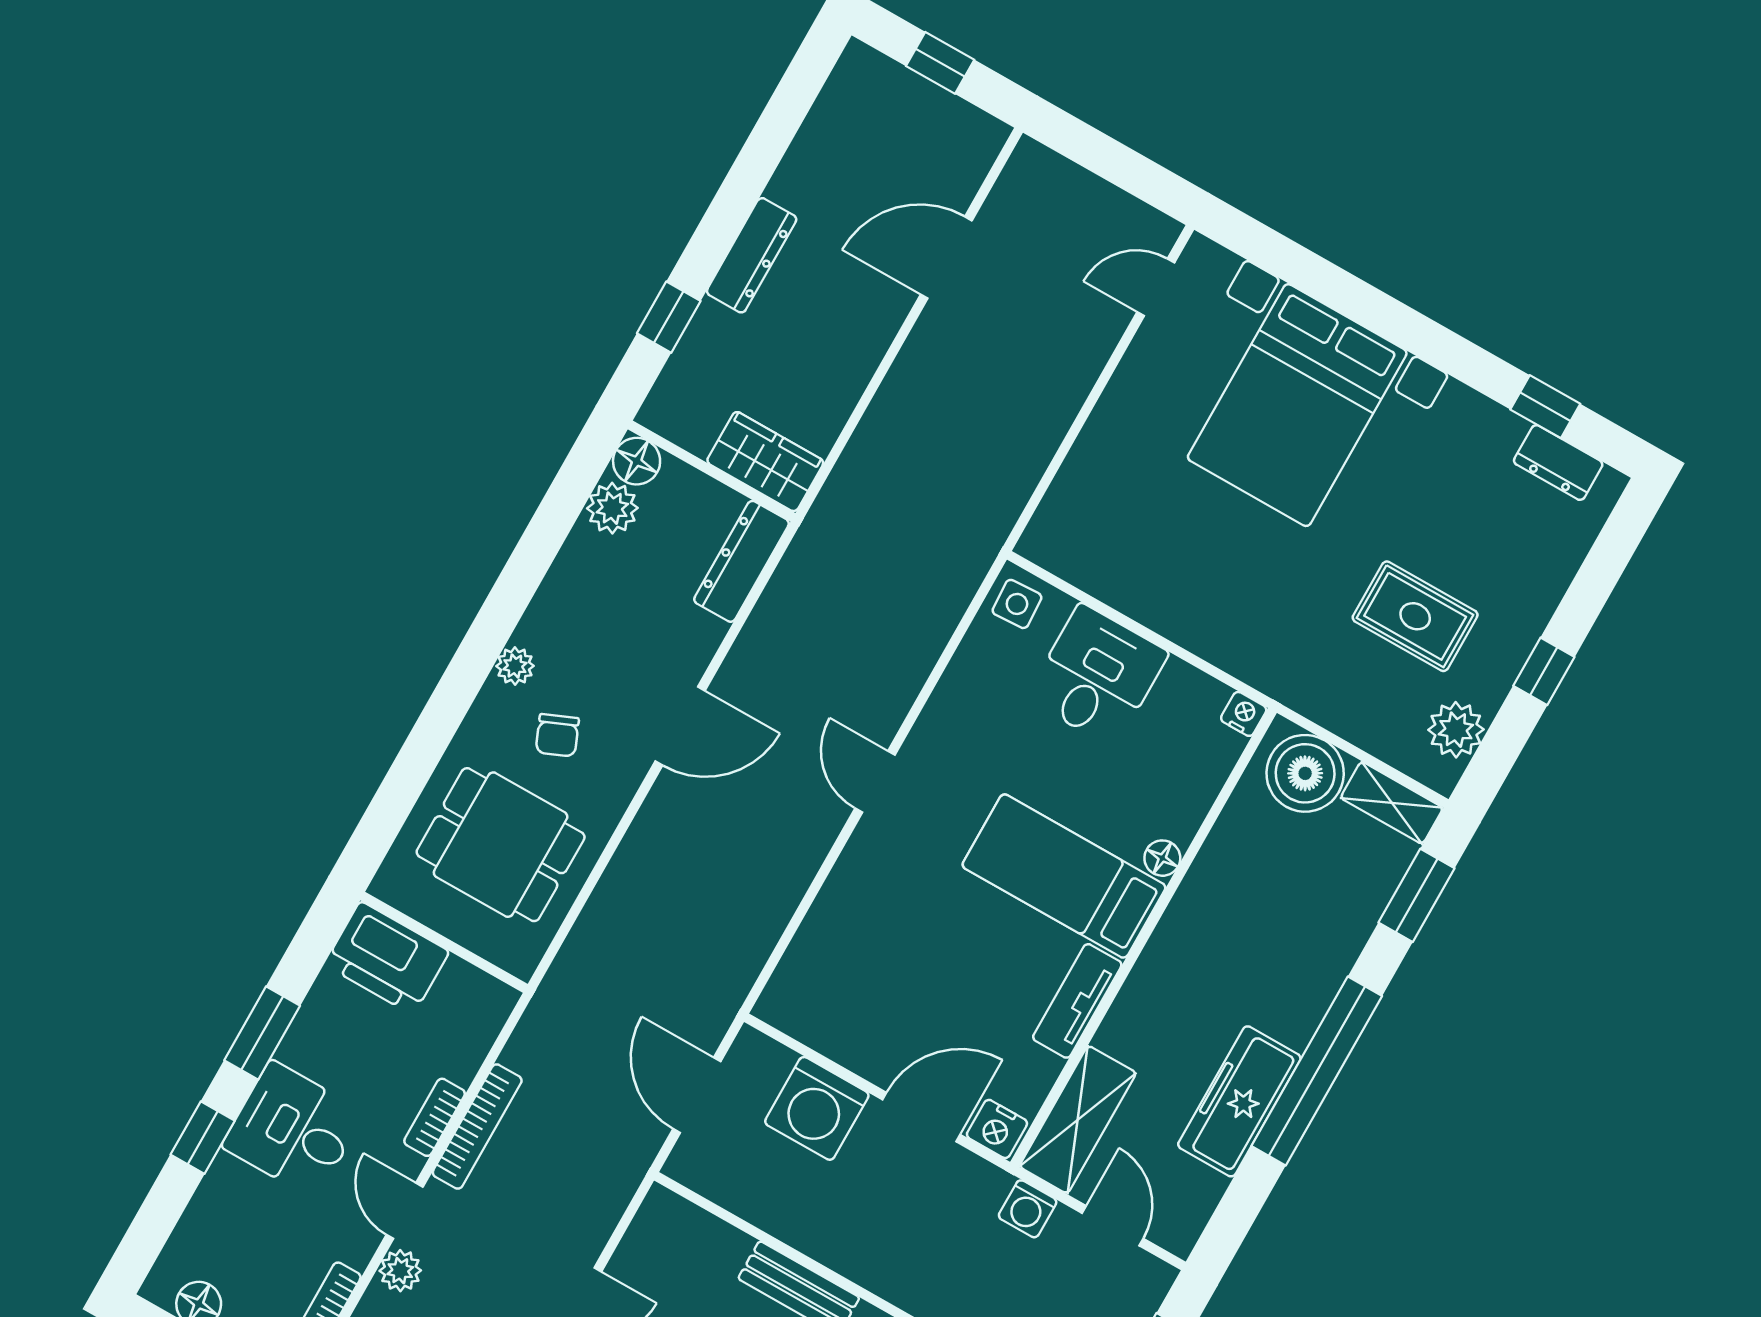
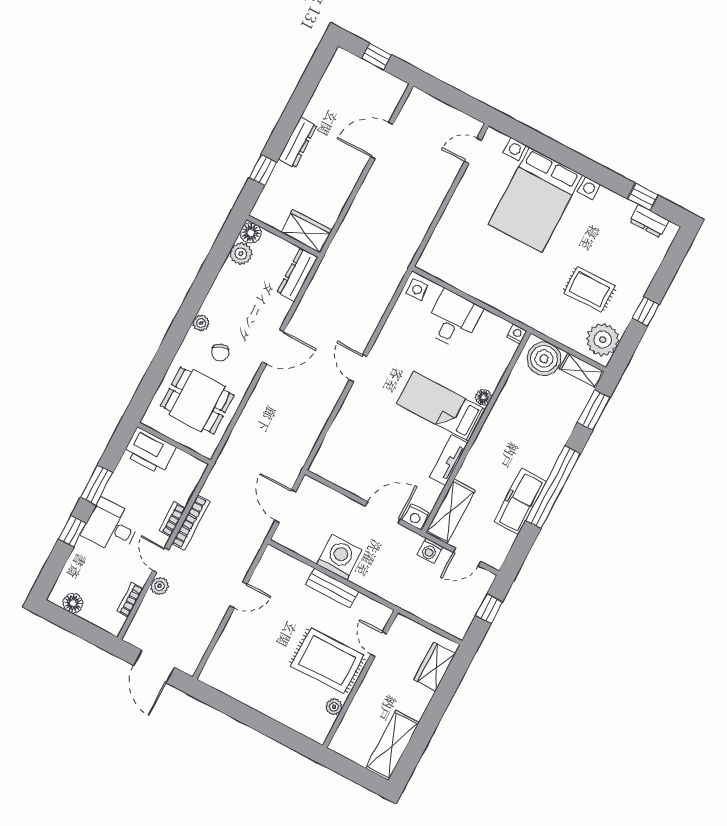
plant: (1456, 730) -> (603, 340), width x1.36, depth x1.36
washing machine: (817, 1108) -> (339, 557), moved, turned 180
door: (1113, 1226) -> (467, 557), swing flipped

